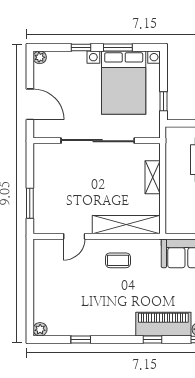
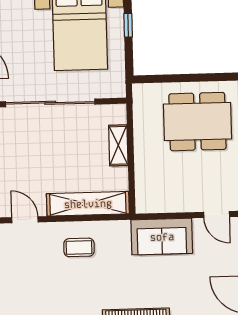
window: (164, 101) -> (128, 25), moved
door: (74, 236) -> (25, 220), swing flipped

